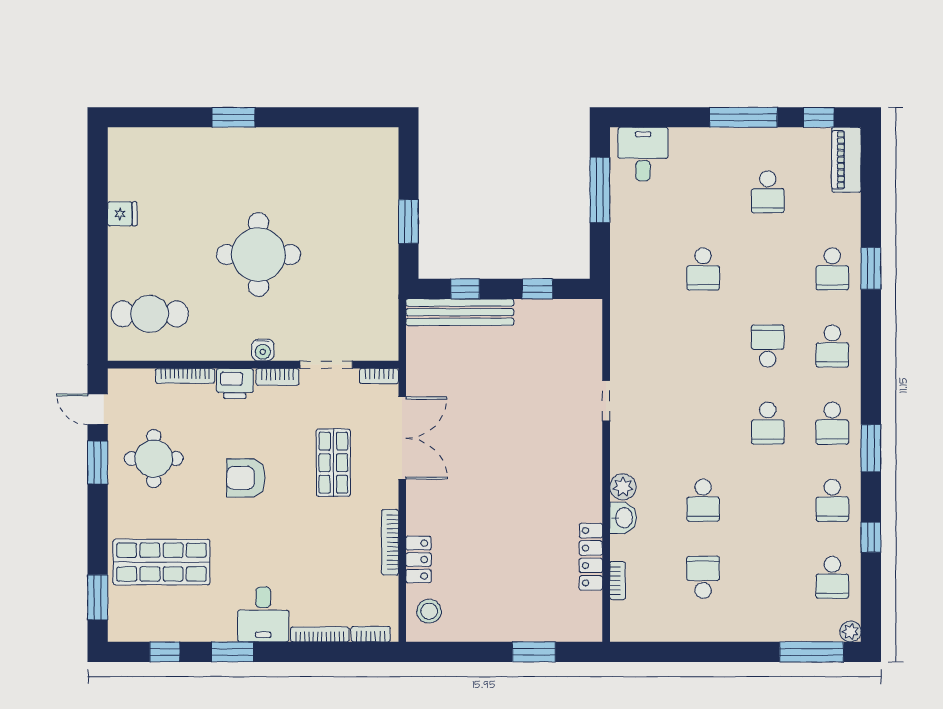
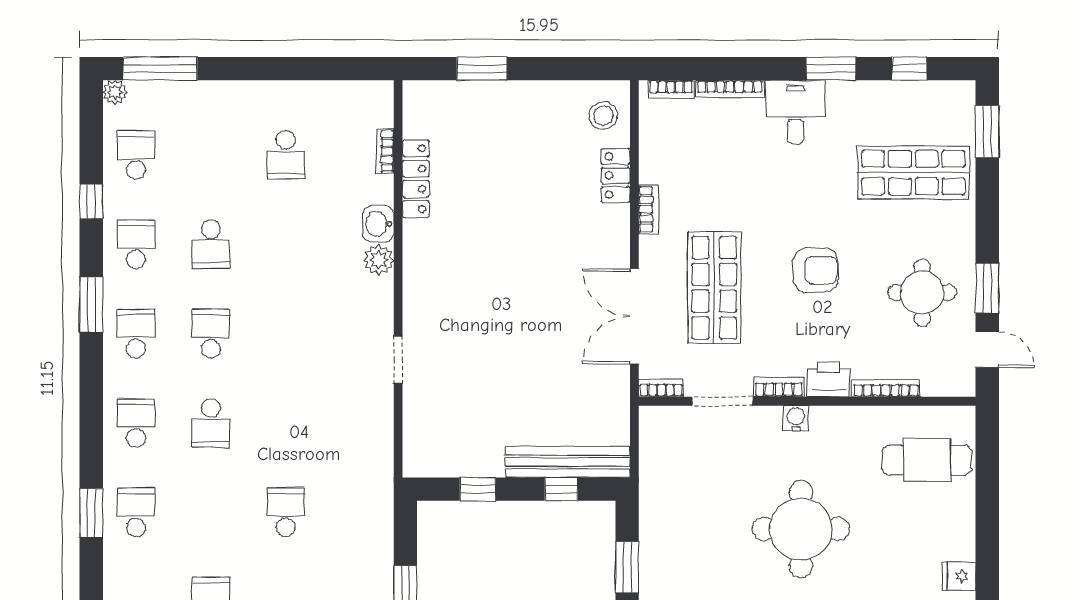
shop shelf: (333, 463) -> (714, 288), width x1.43, depth x1.36
school desk: (703, 500) -> (211, 244), moved, turned 180
bookcase: (390, 542) -> (648, 209), width x0.64

